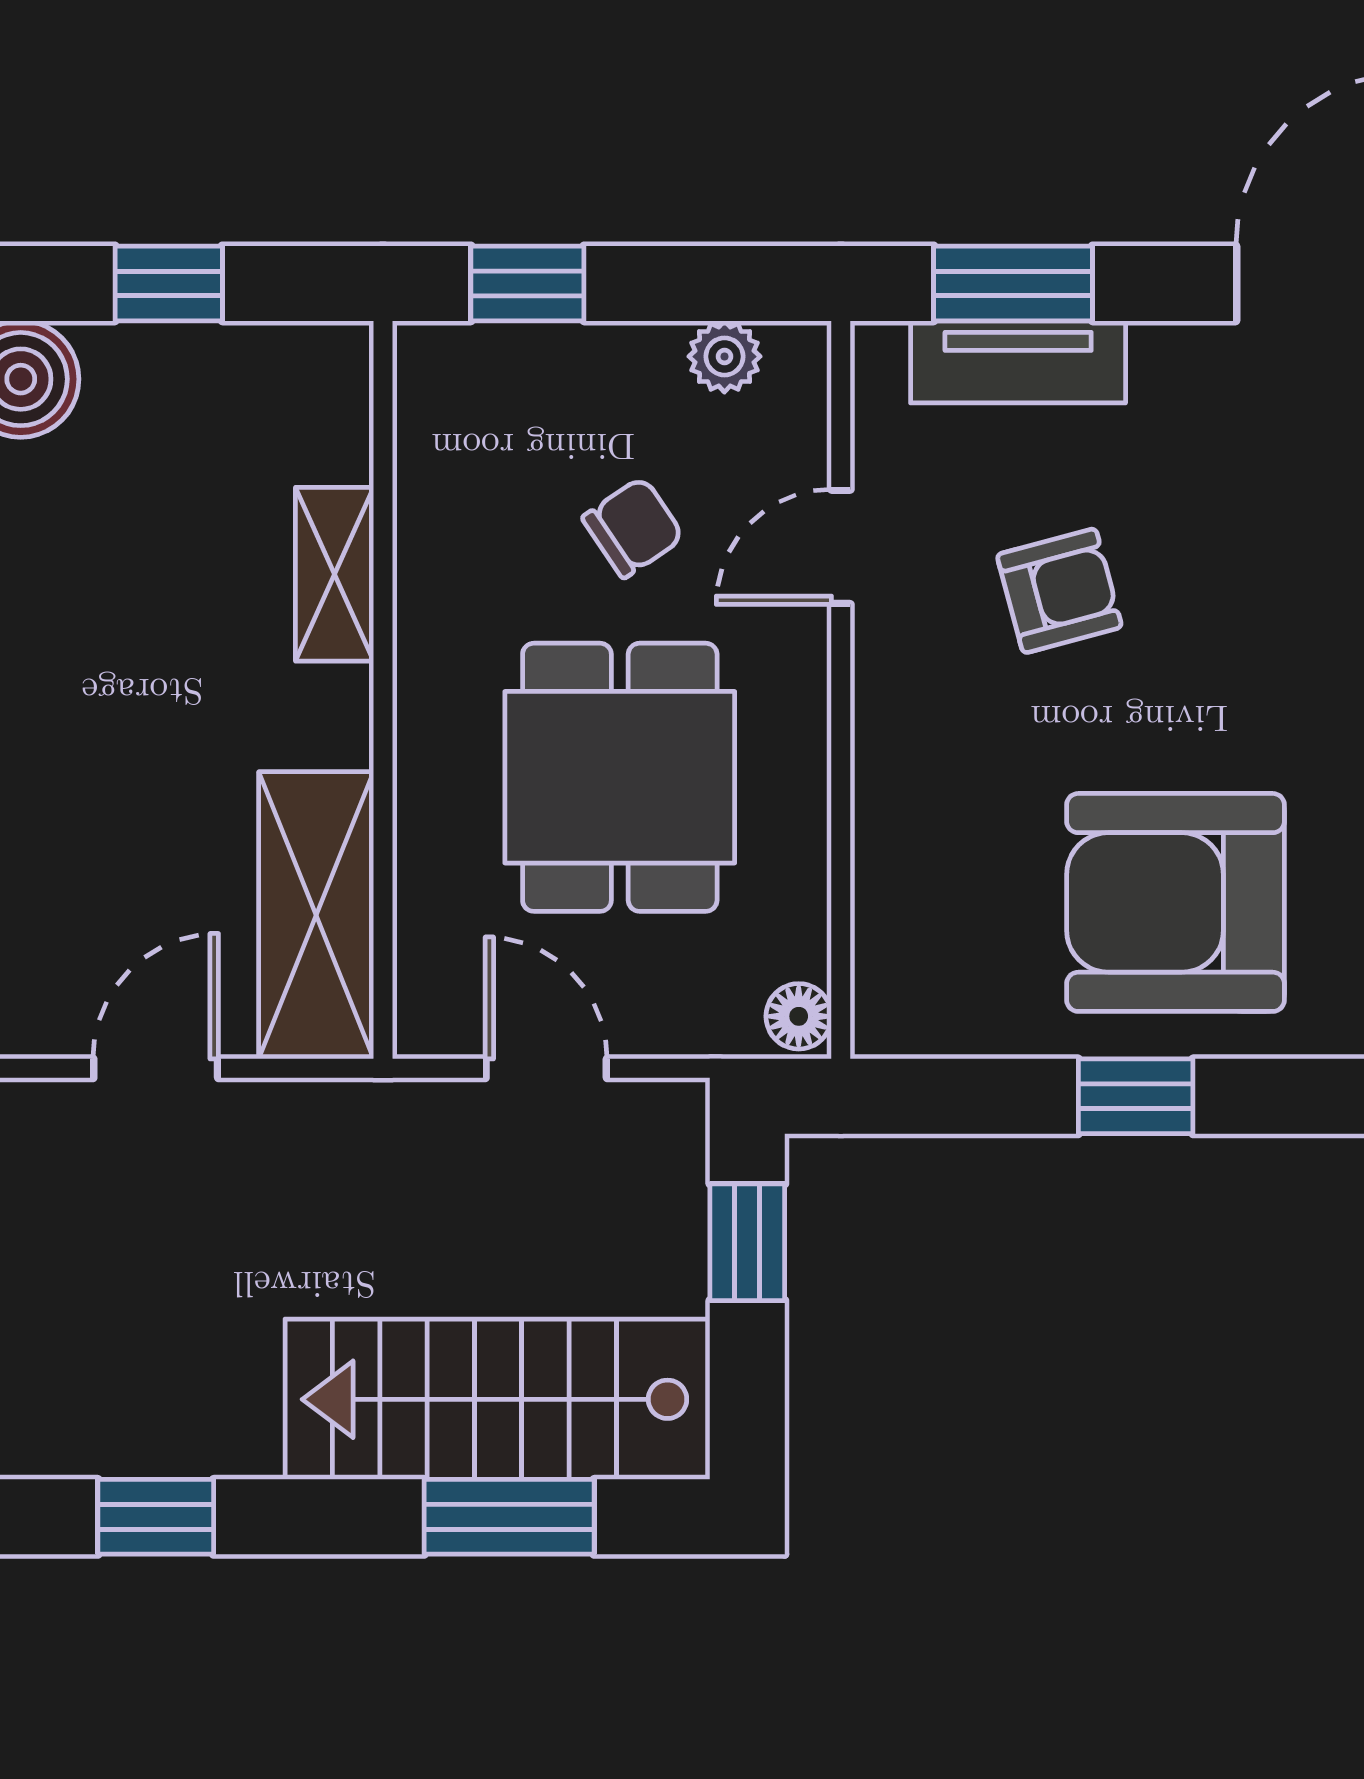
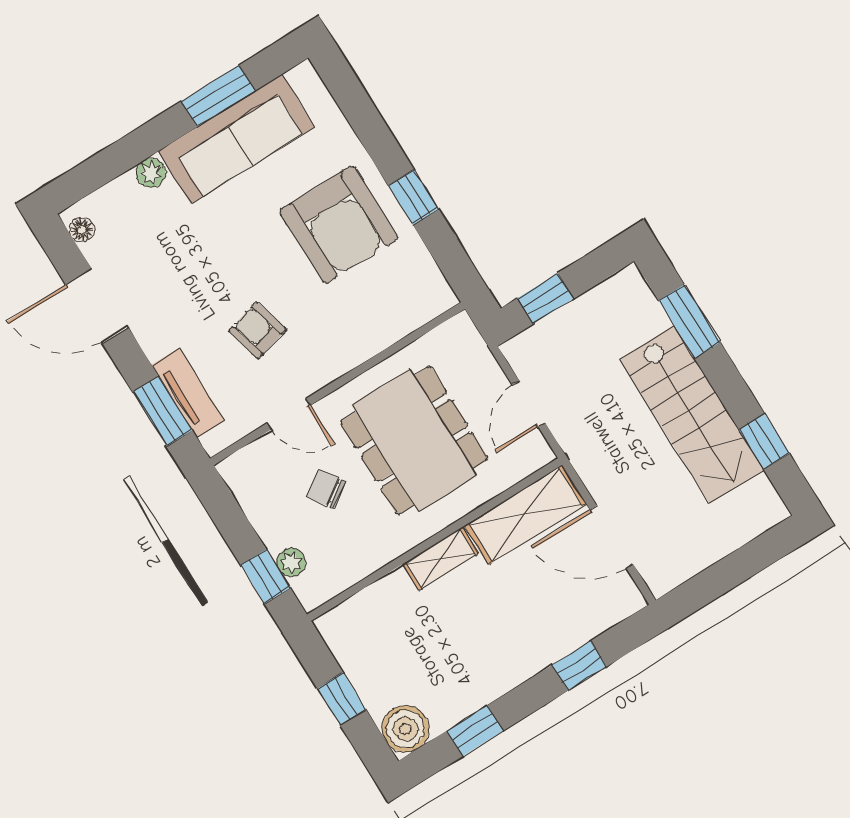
plant: (724, 356) -> (291, 562), moved
shelving: (335, 574) -> (440, 559), moved
dining table: (620, 777) -> (414, 440), width x1.38
floor lamp: (799, 1016) -> (458, 329), removed
door: (156, 1068) -> (612, 537), width x1.38
stairs: (498, 1399) -> (692, 415), moved

